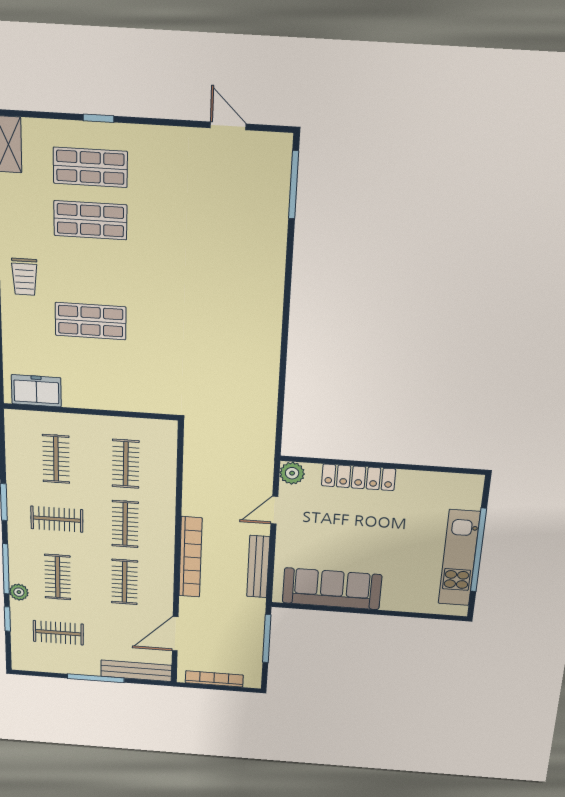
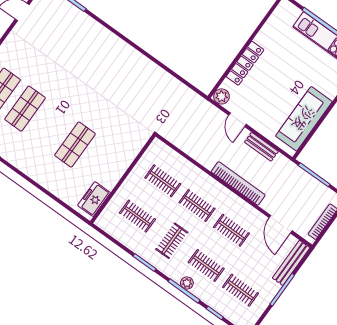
trolley: (24, 277) -> (32, 162), removed
bench: (258, 567) -> (261, 147), width x0.73
plant: (19, 592) -> (187, 283), moved
clothes rail: (58, 633) -> (240, 290), turned 90

